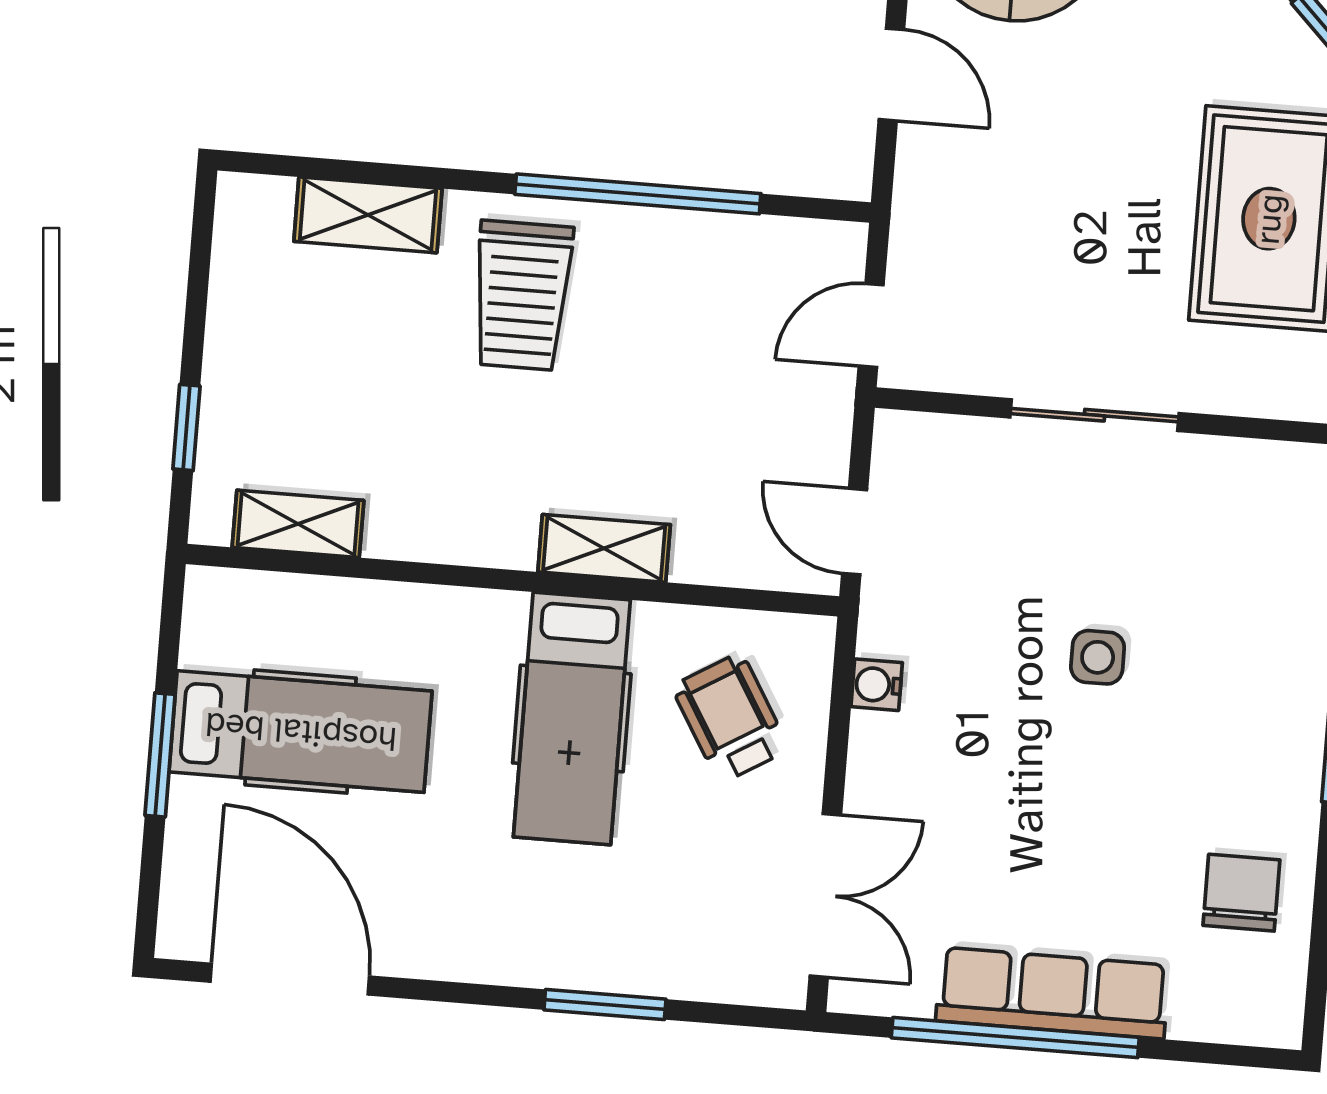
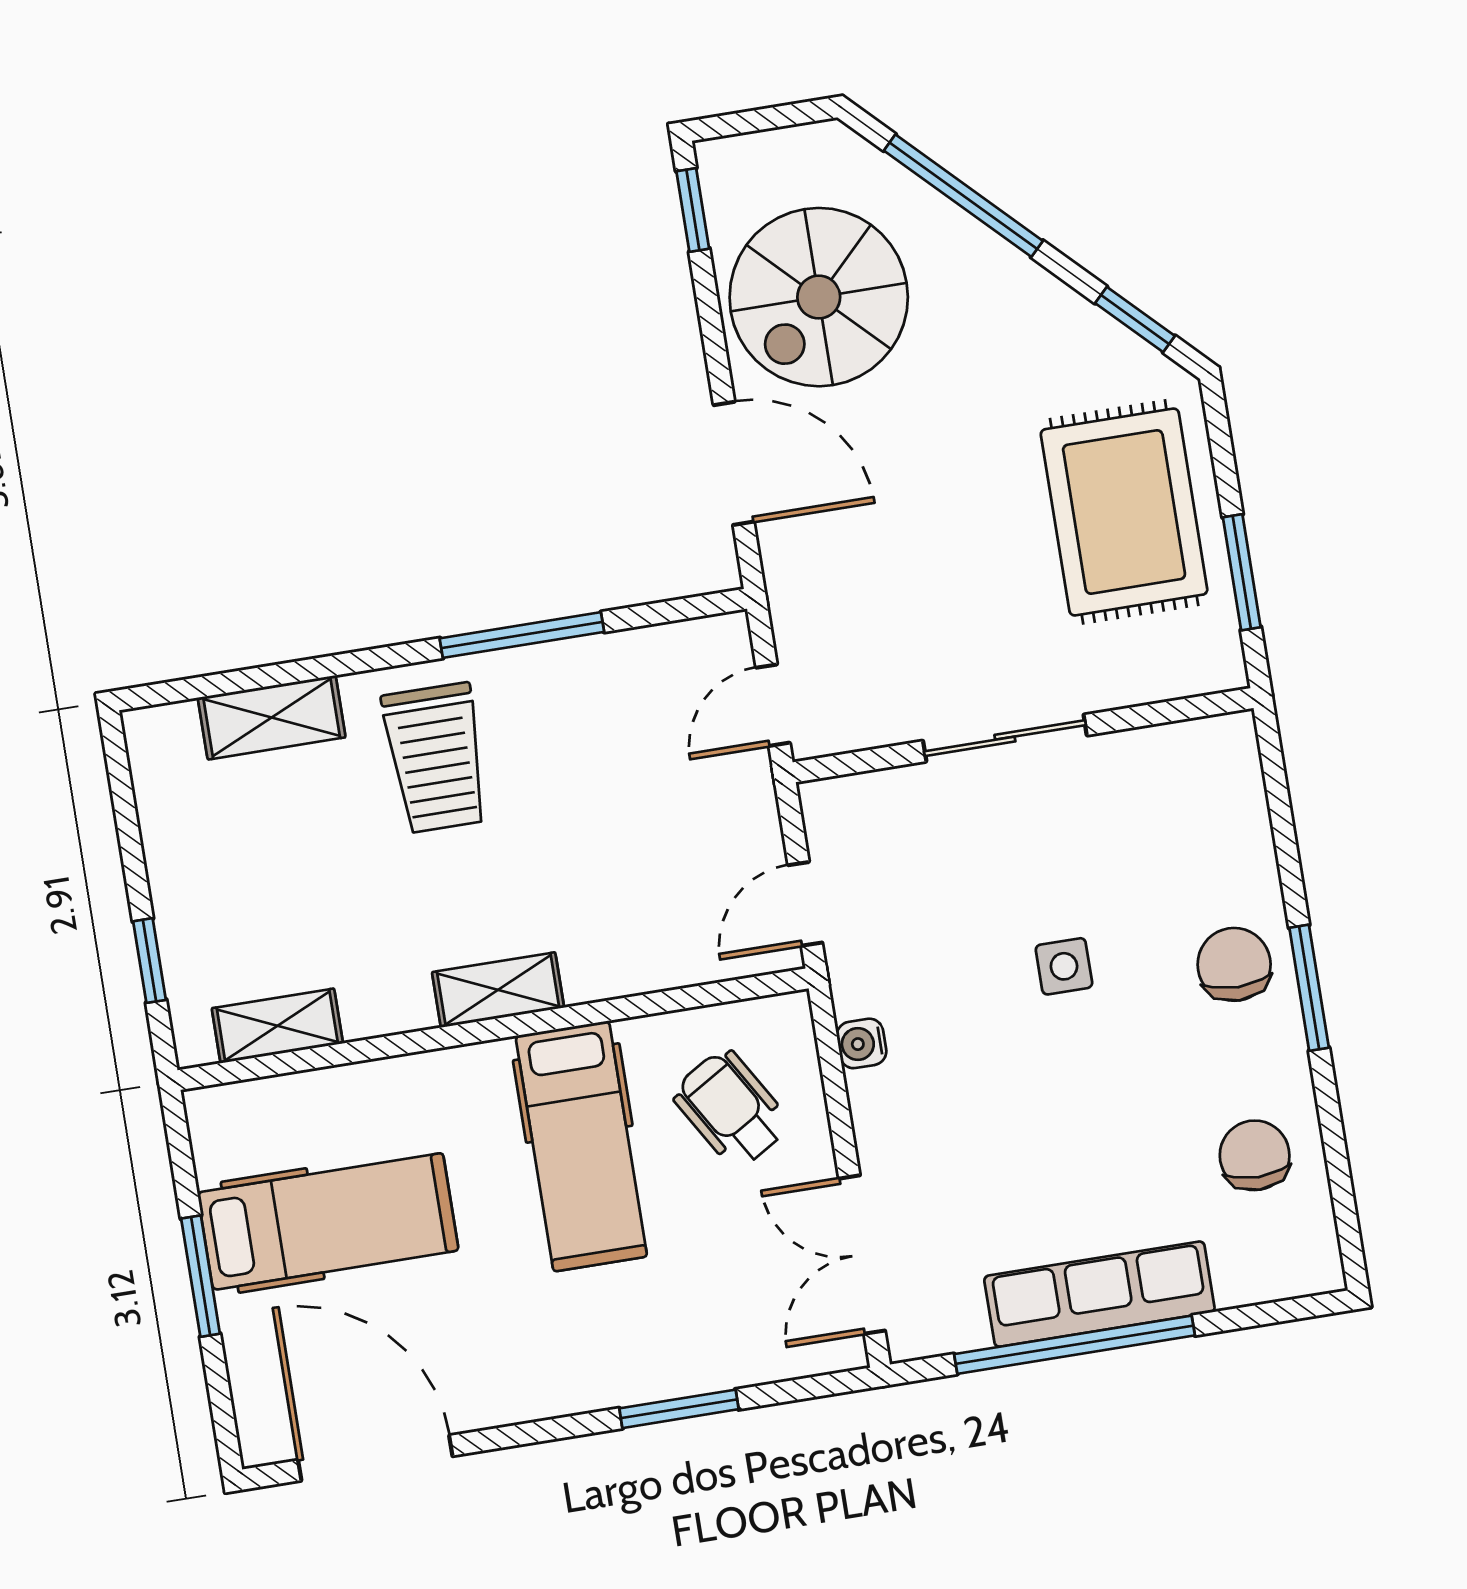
door: (891, 75) -> (734, 463), width x1.38
window: (638, 194) -> (522, 635), width x0.68
door: (855, 532) -> (805, 904), hinge flipped
shelving: (604, 548) -> (498, 990), moved
chair: (1268, 697) -> (1234, 964), added
double door: (825, 895) -> (862, 1255), swing flipped

